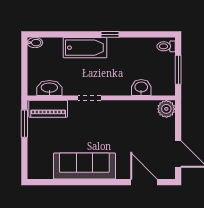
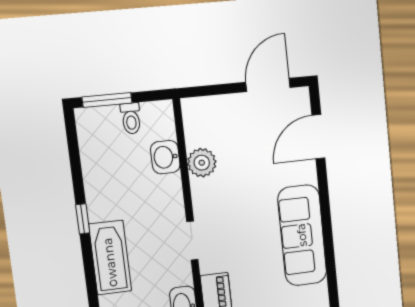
toilet: (166, 46) -> (131, 118), moved
window: (178, 70) -> (107, 100), moved
plant: (166, 109) -> (202, 163), moved

